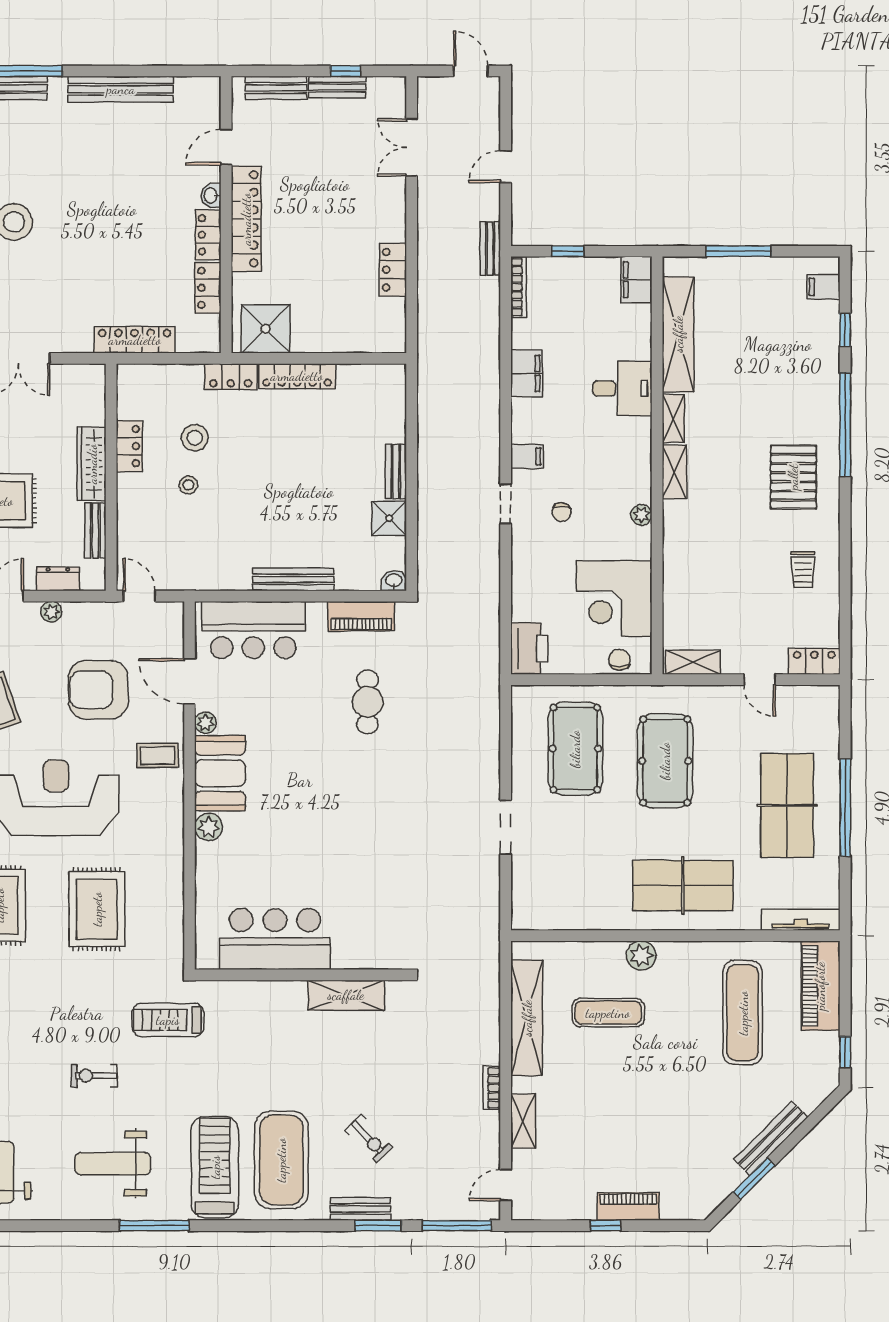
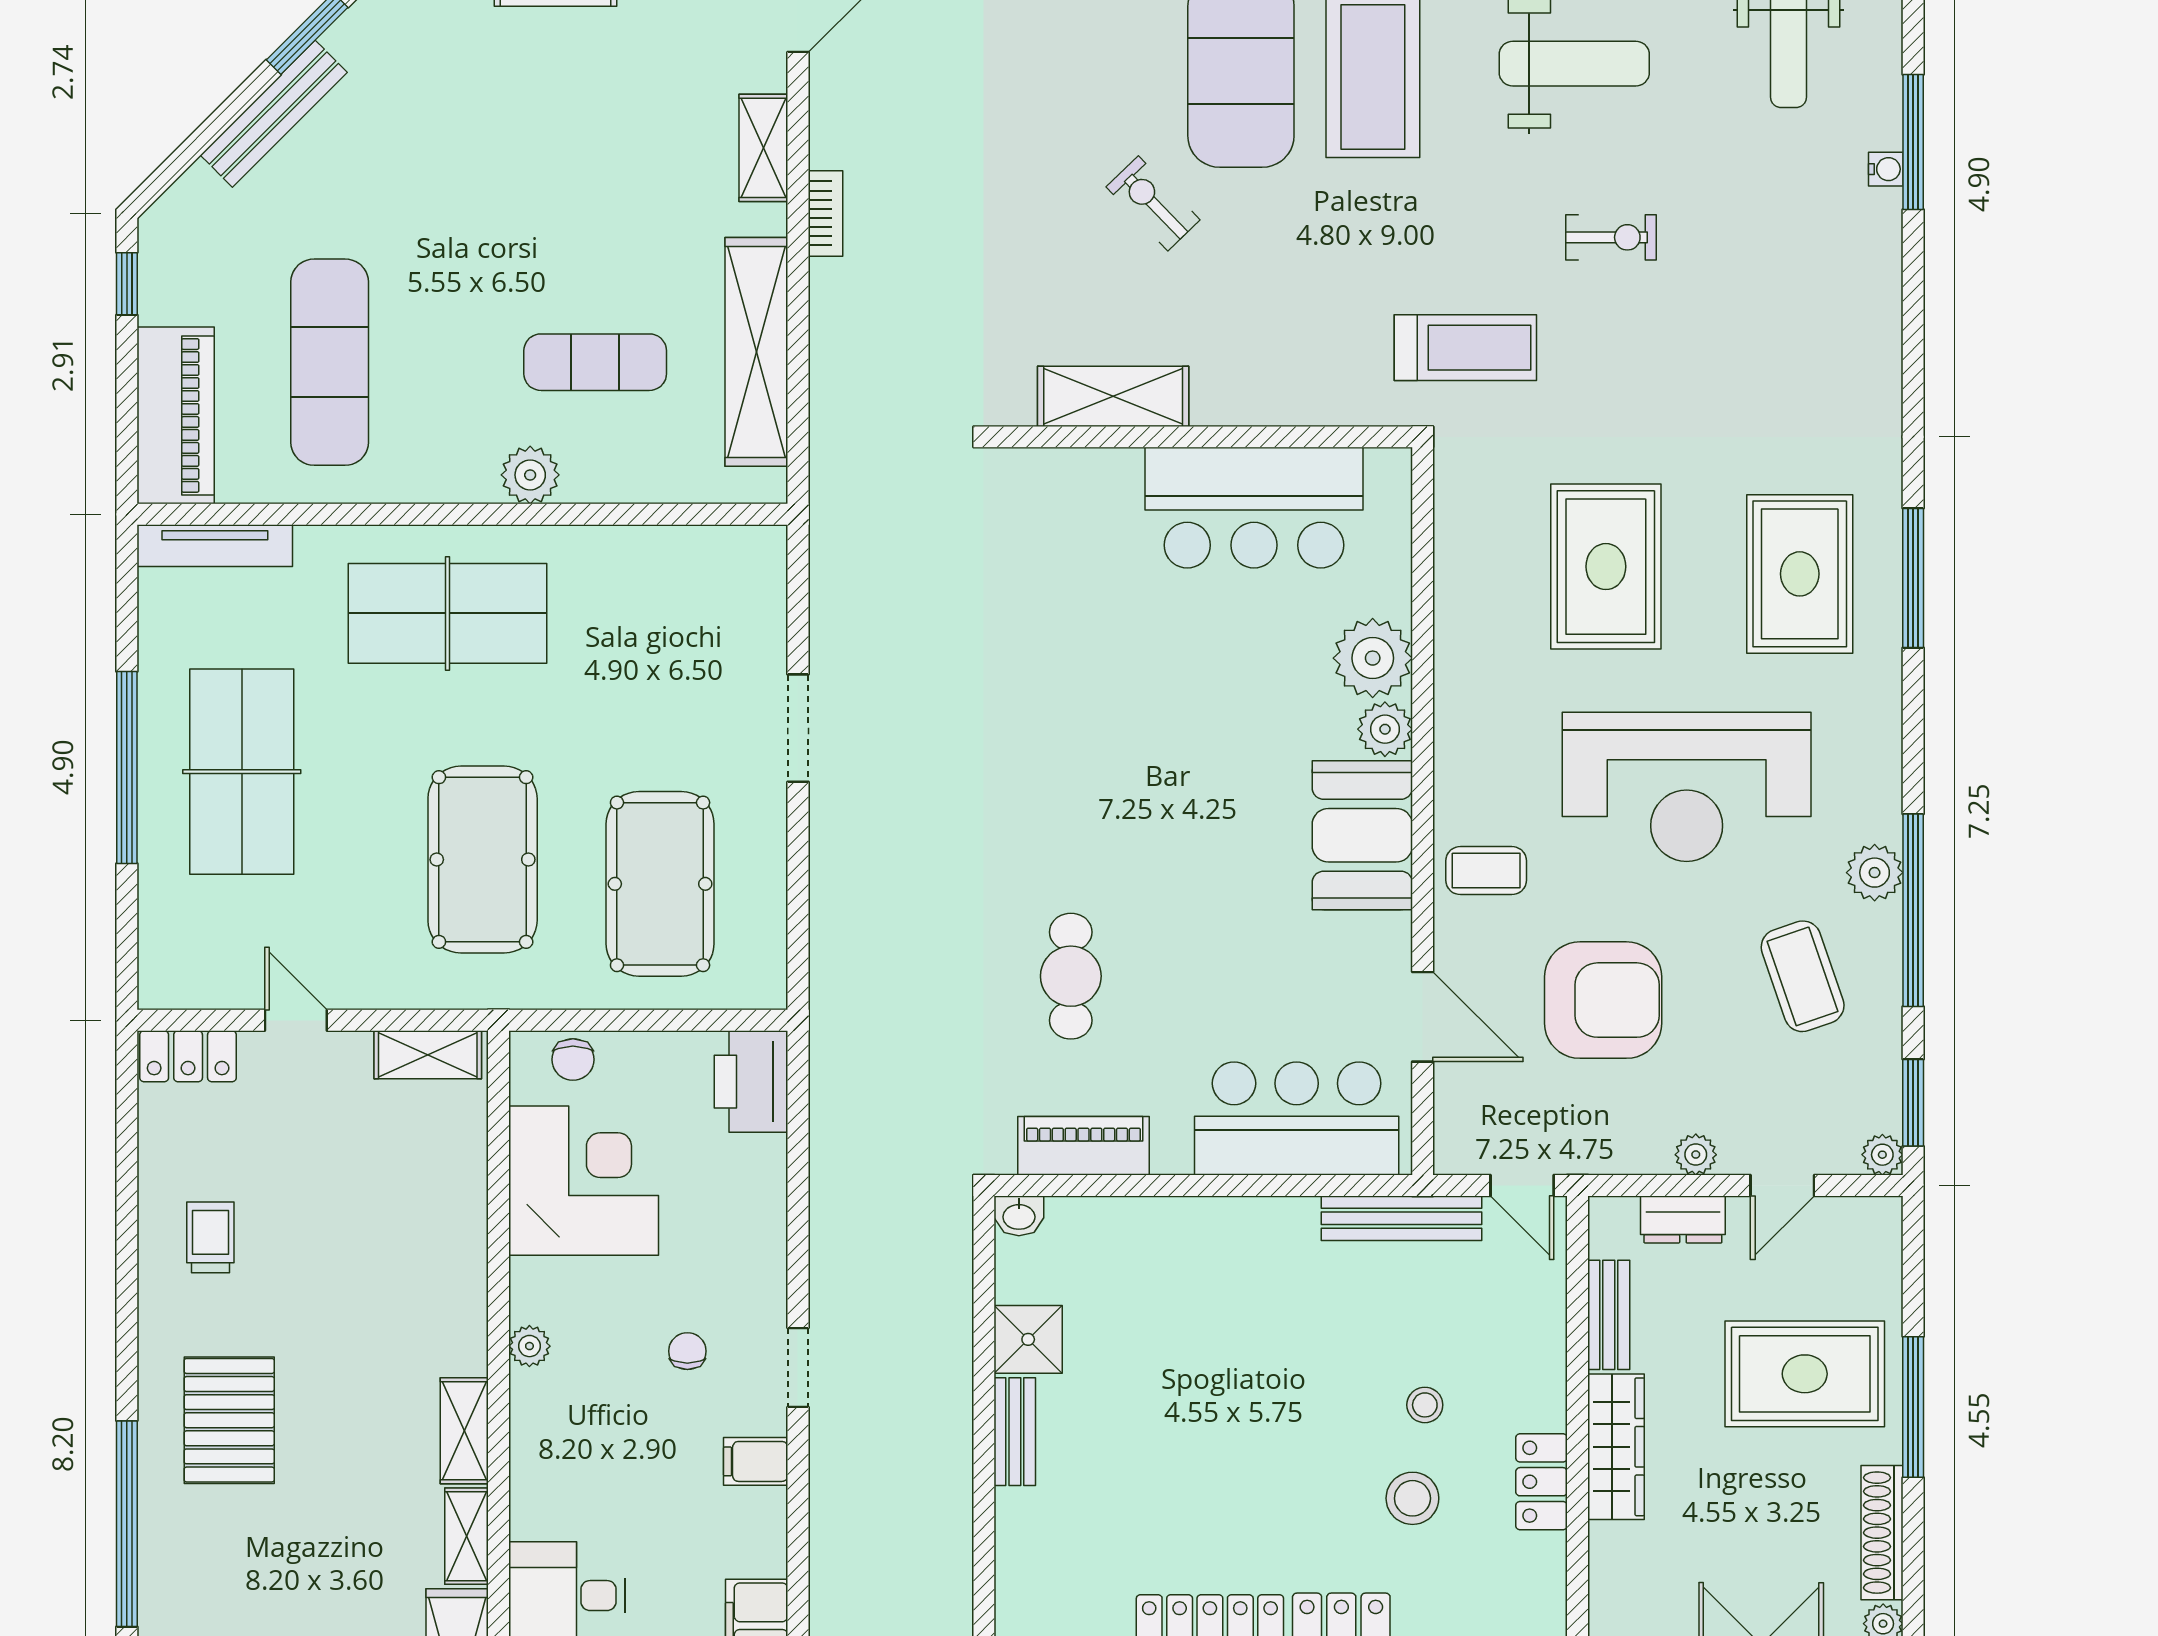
bench: (293, 579) -> (1402, 1218), moved
plant: (205, 723) -> (1373, 658), moved, width x1.88, depth x1.88
exercise bike: (369, 1139) -> (1153, 203), moved

